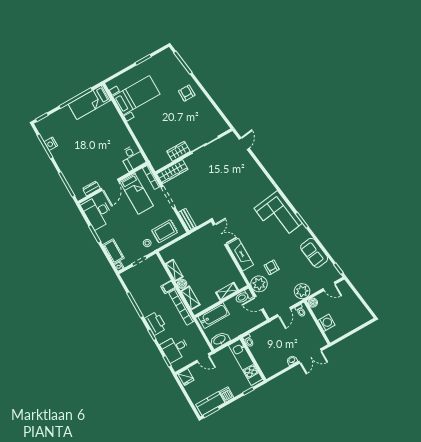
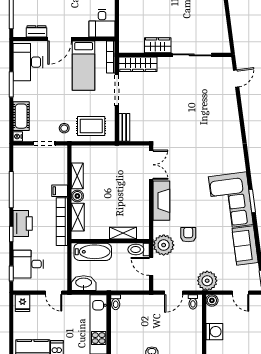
corner sofa: (278, 216) -> (231, 201), moved

